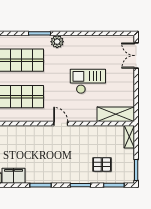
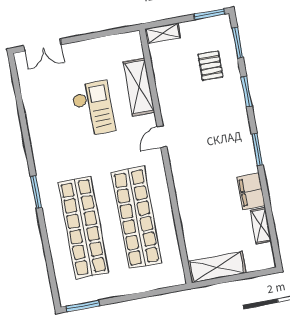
plant: (57, 42) -> (43, 164), removed
checkout: (88, 81) -> (93, 109), turned 180
shelving: (116, 114) -> (139, 87), moved

